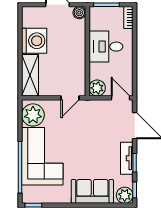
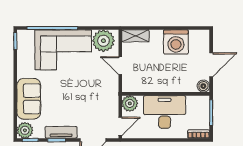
desk: (106, 47) -> (165, 112), width x1.37
shelving: (30, 75) -> (135, 36), width x0.67, depth x0.75
door: (70, 98) -> (120, 66), moved

